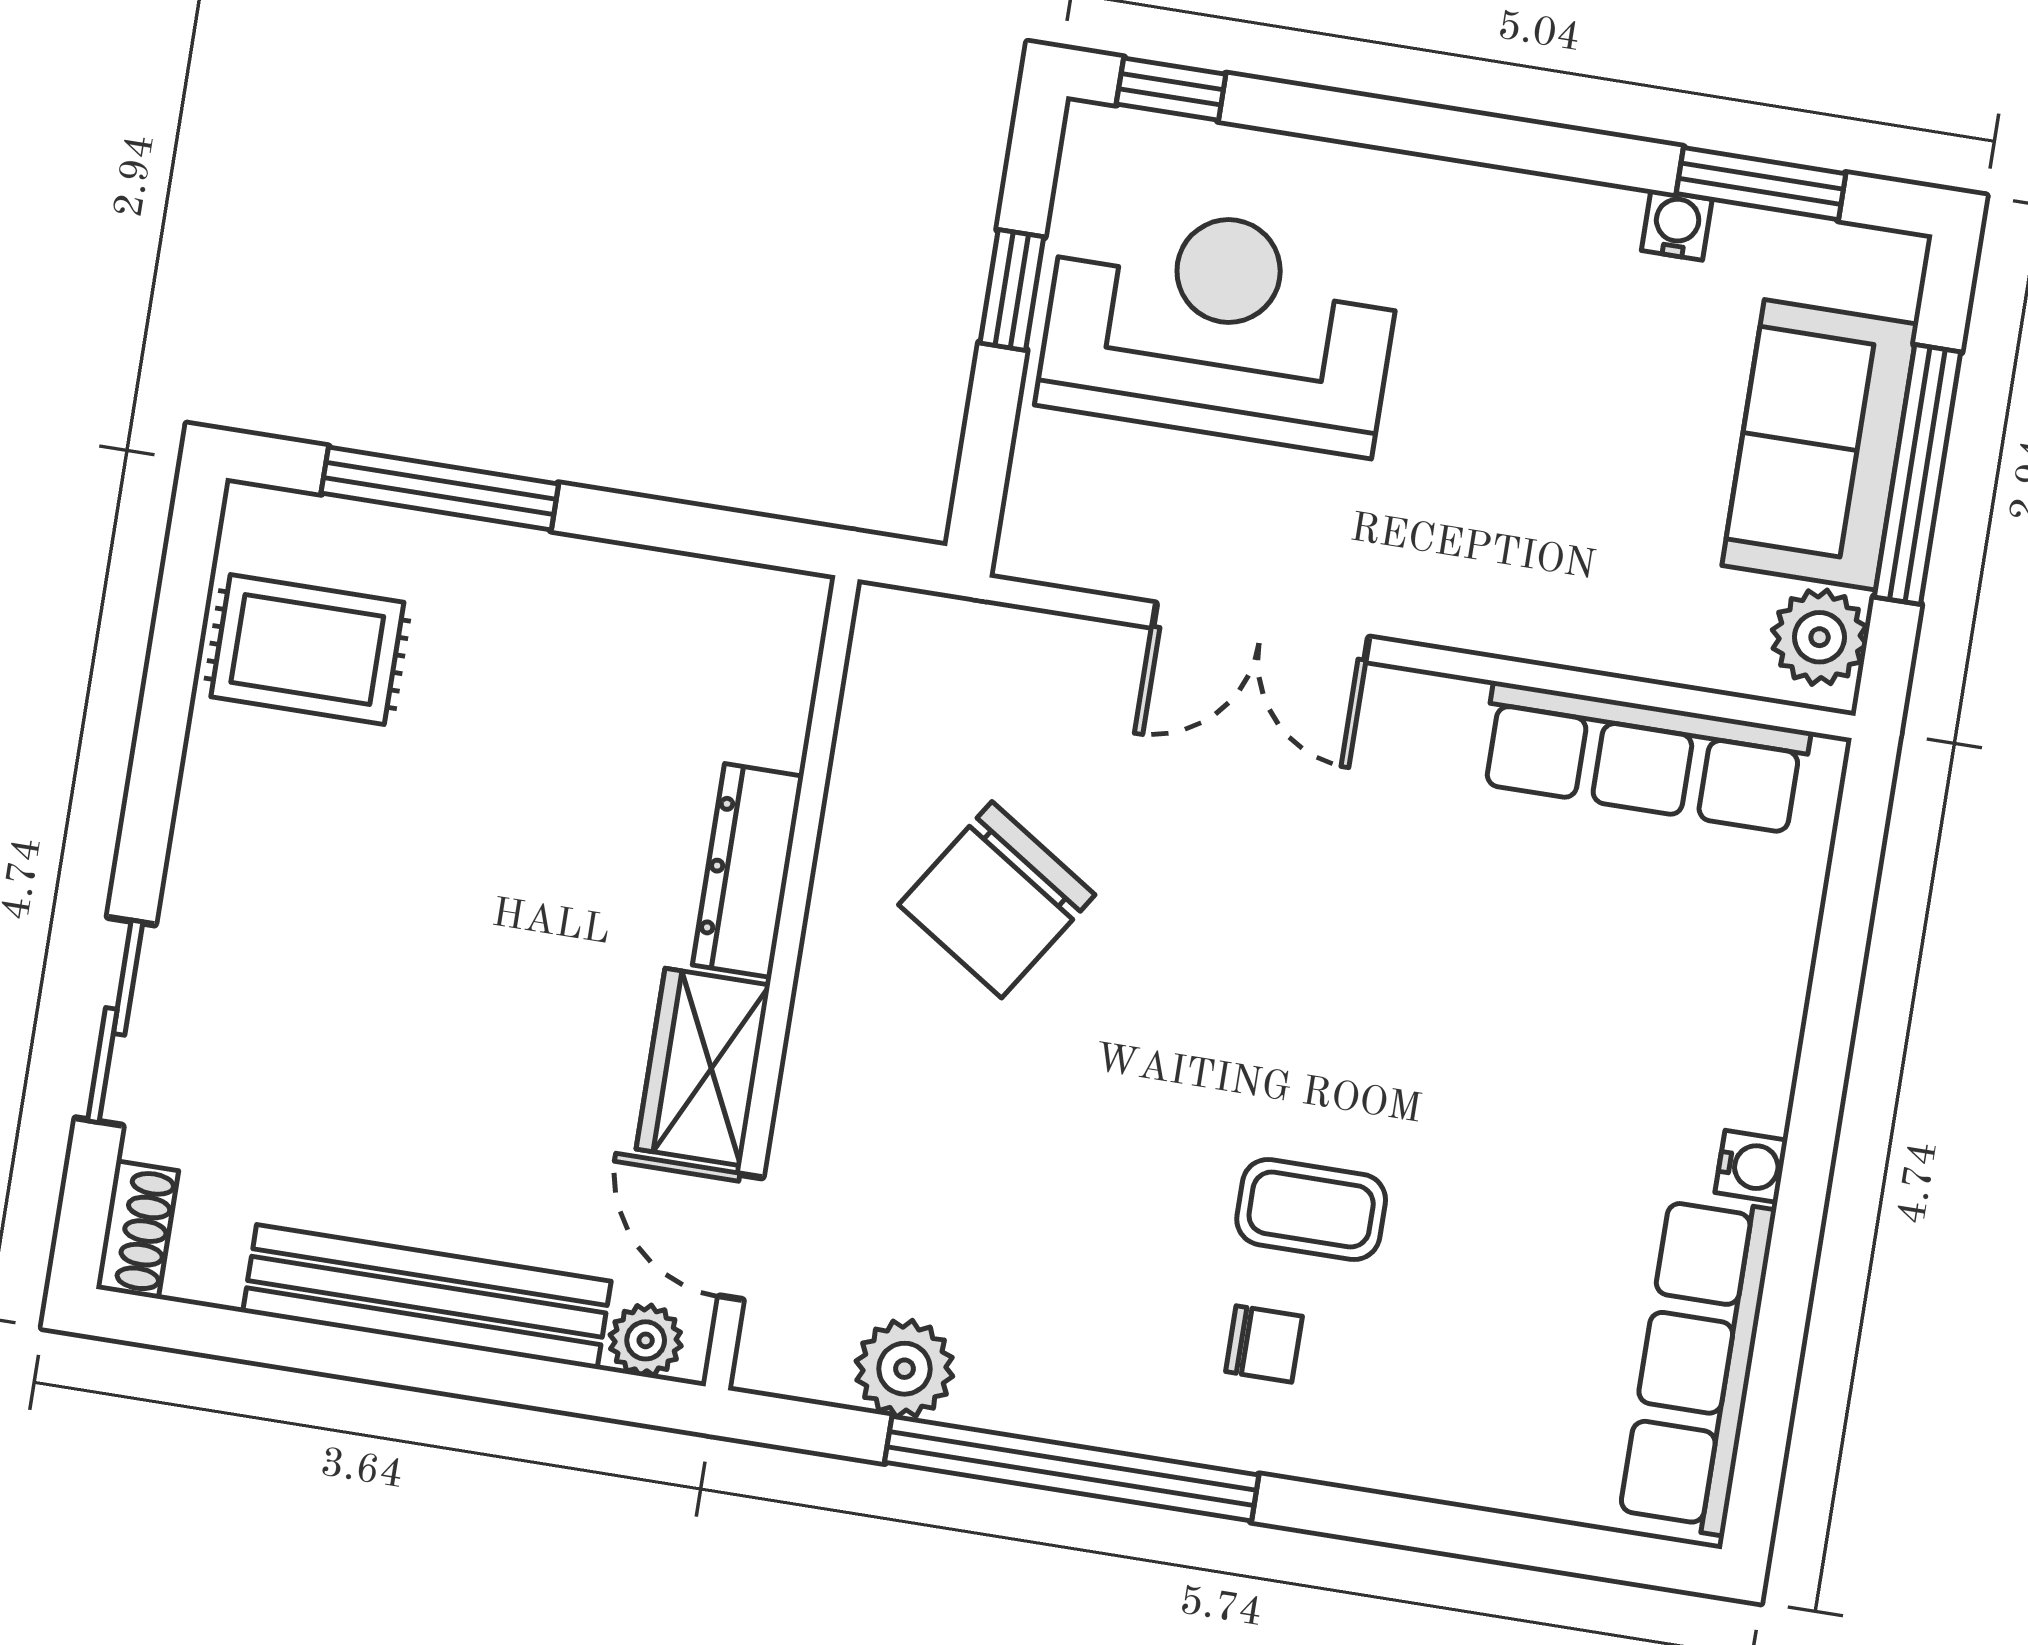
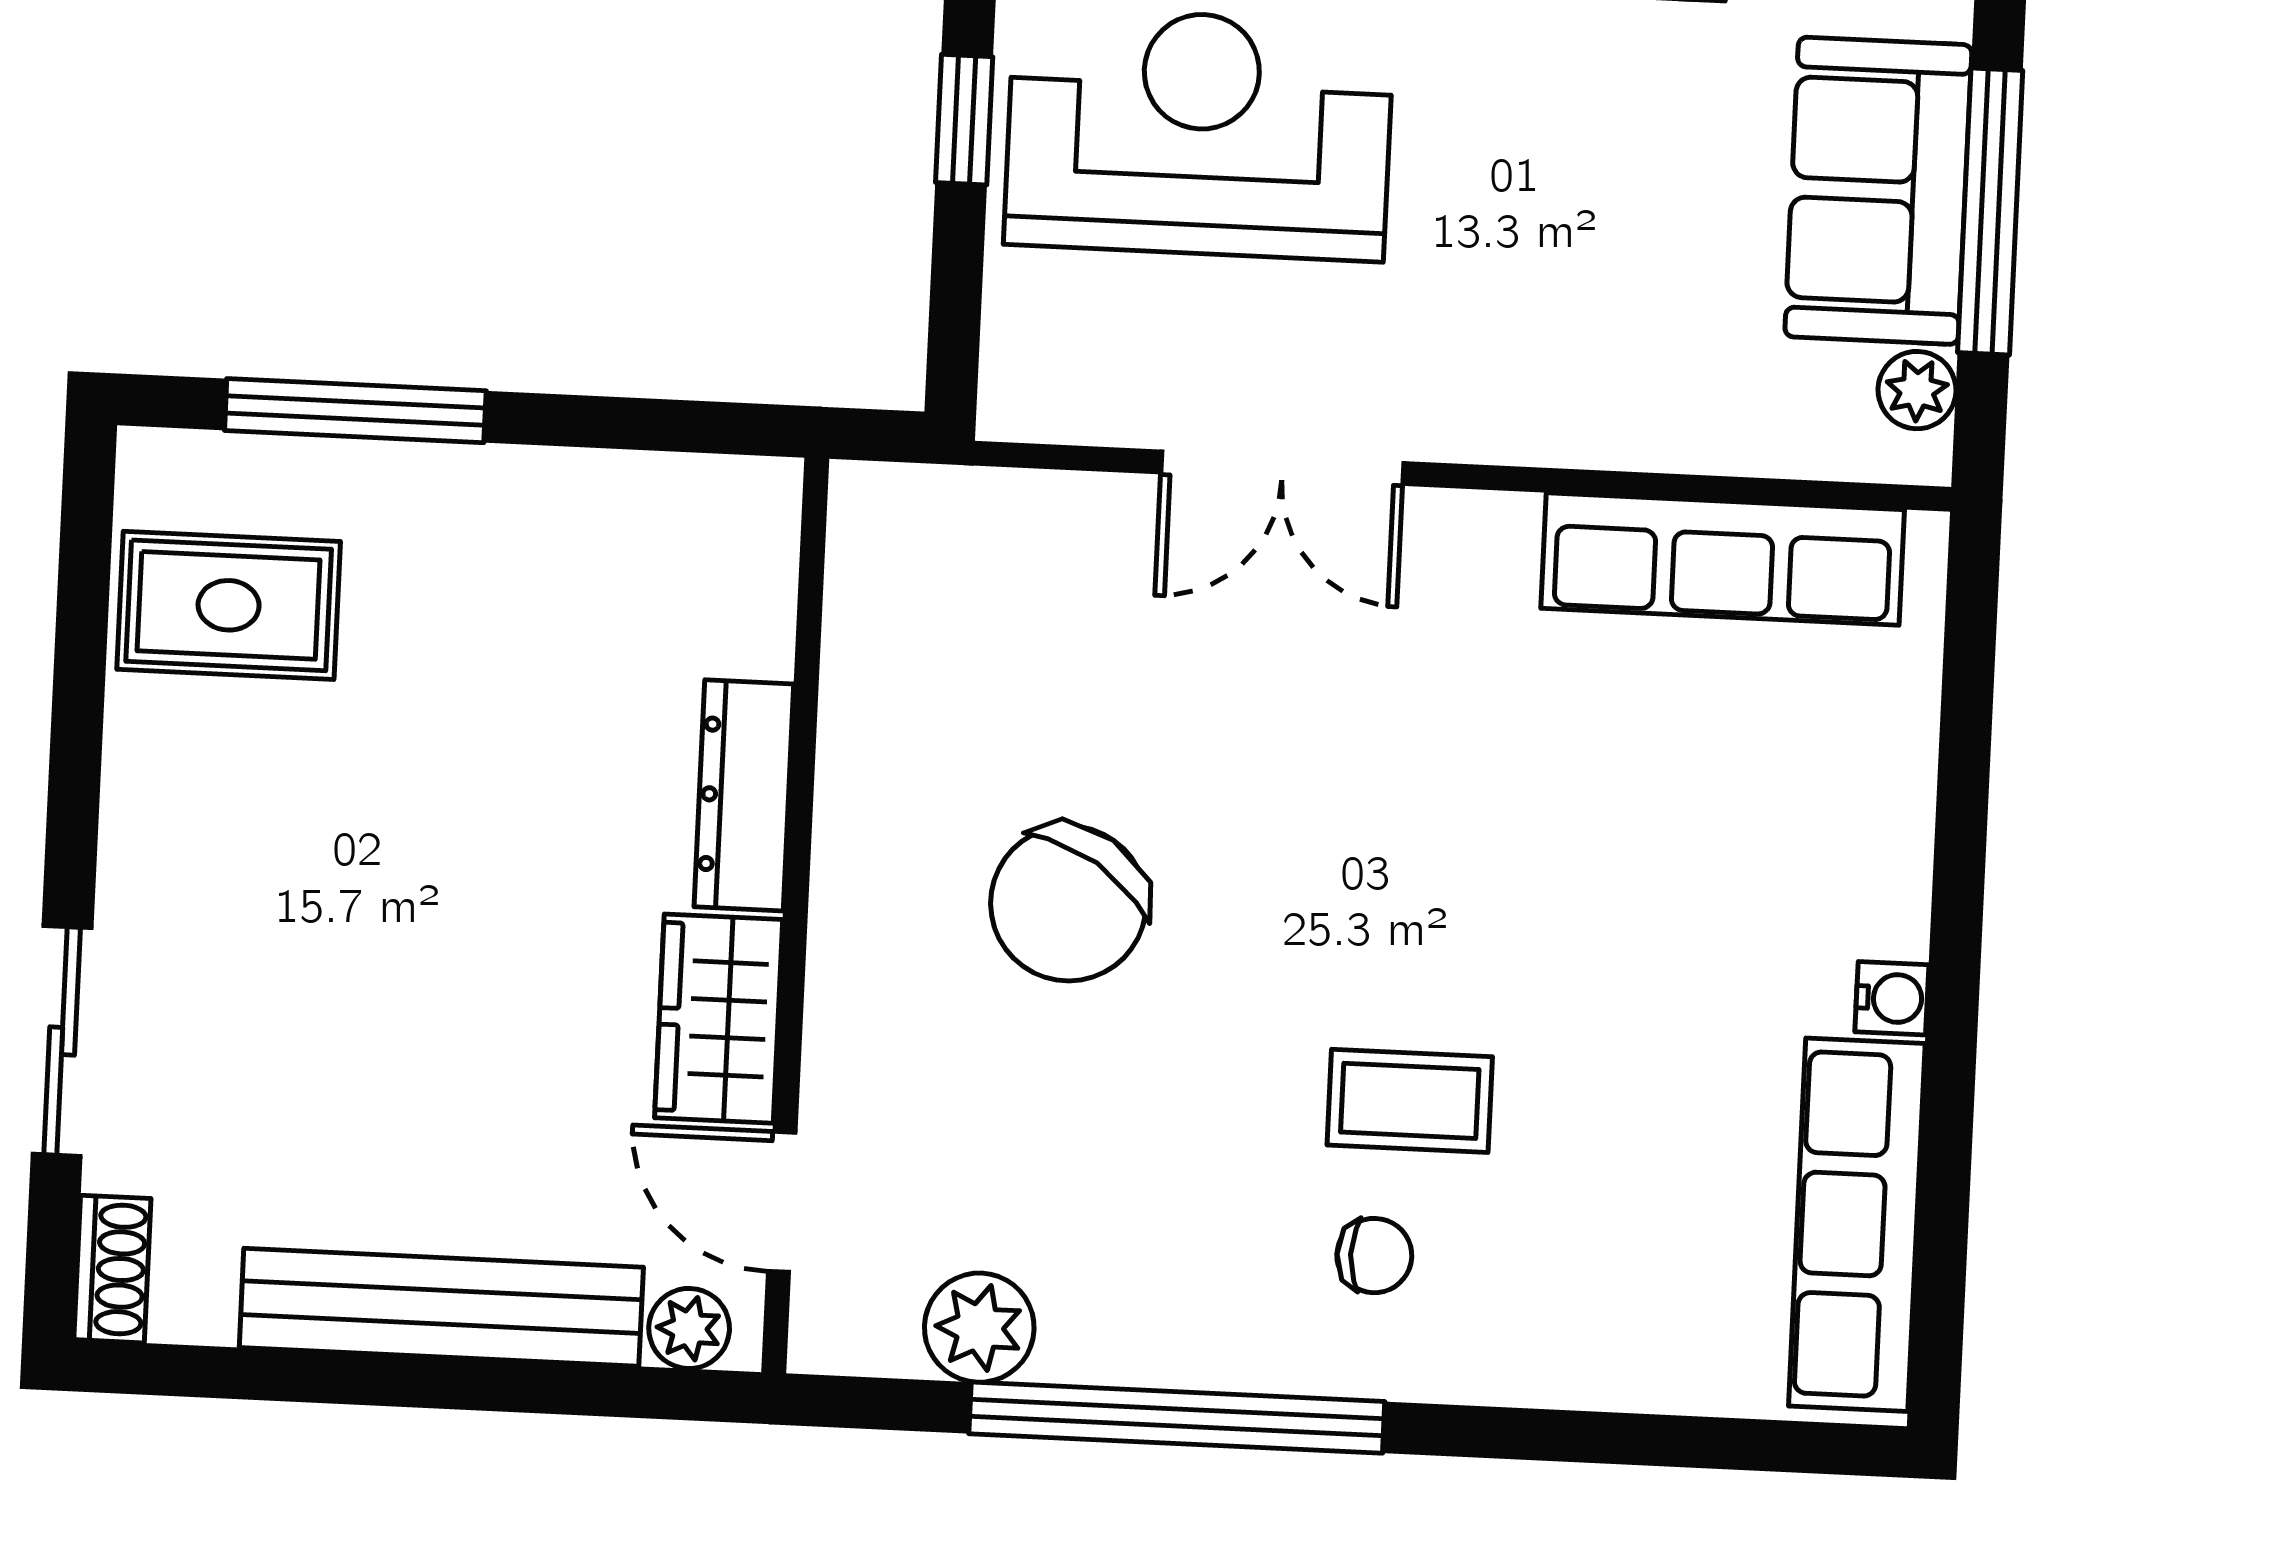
plant: (1820, 637) -> (1917, 390), width x0.73, depth x0.73
chair: (997, 900) -> (1068, 903), moved

